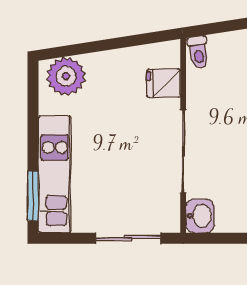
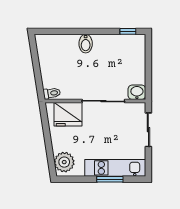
fridge: (164, 83) -> (68, 114), width x1.88, depth x1.34
window: (33, 196) -> (110, 179), moved

